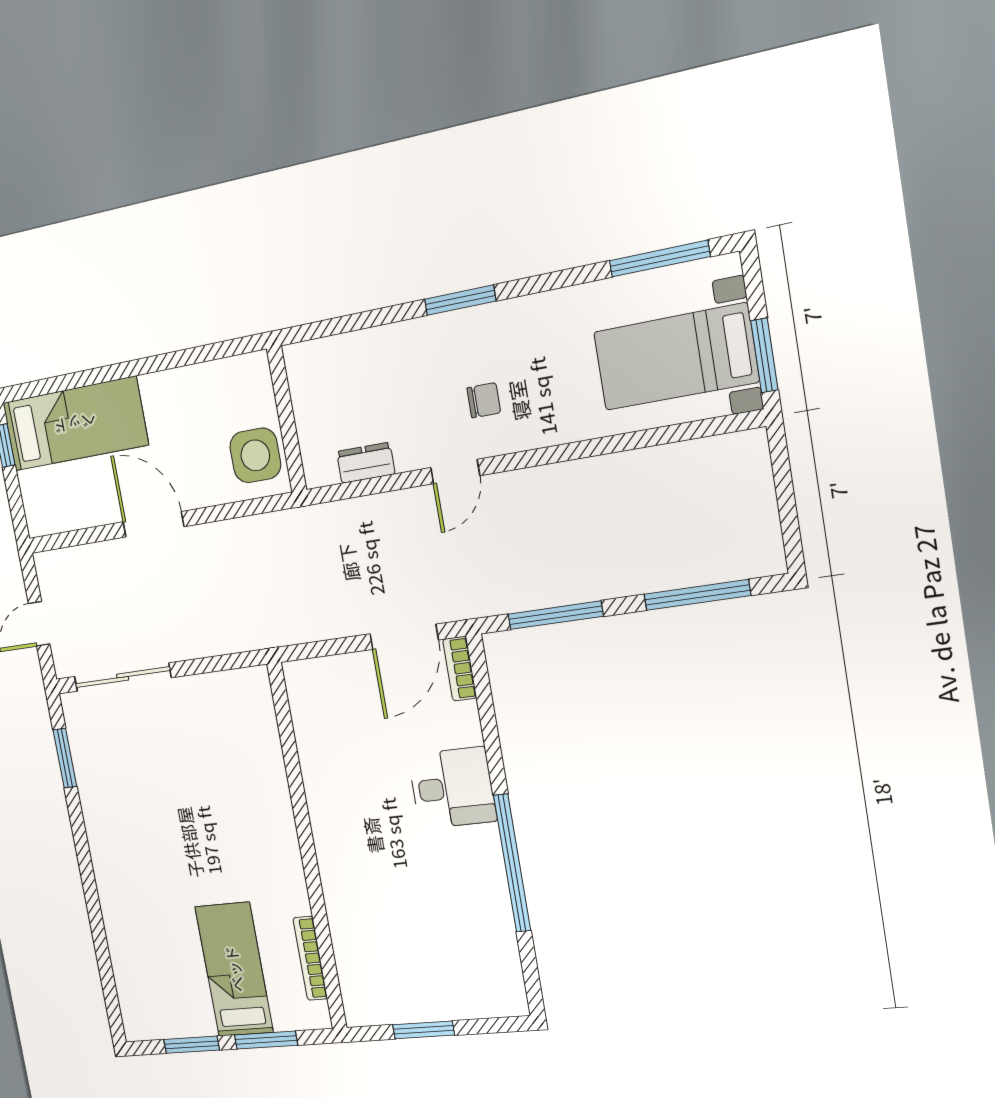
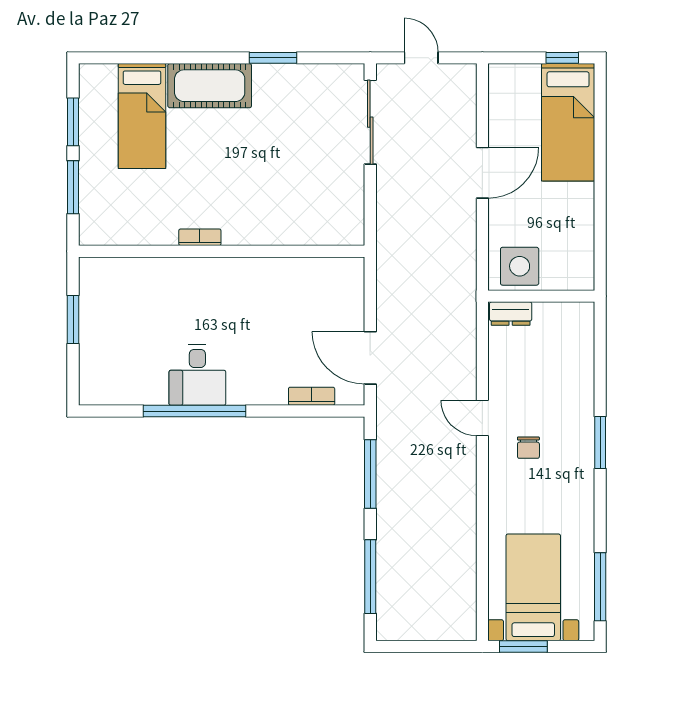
dresser: (366, 463) -> (511, 314), moved, turned 90
bookcase: (460, 669) -> (312, 396), moved
window: (65, 758) -> (273, 58), moved
desk: (452, 788) -> (197, 375), moved
cot: (120, 882) -> (210, 86), added
bookcase: (310, 958) -> (200, 237), moved, width x0.64
bed: (234, 969) -> (142, 116), moved, turned 90

